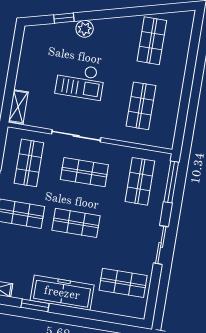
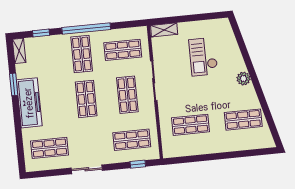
window: (64, 18) -> (242, 47), removed
plant: (85, 29) -> (243, 79), moved
checkout: (80, 81) -> (203, 57), moved
window: (171, 182) -> (138, 164), width x0.46
shop shelf: (123, 283) -> (50, 148), turned 90

